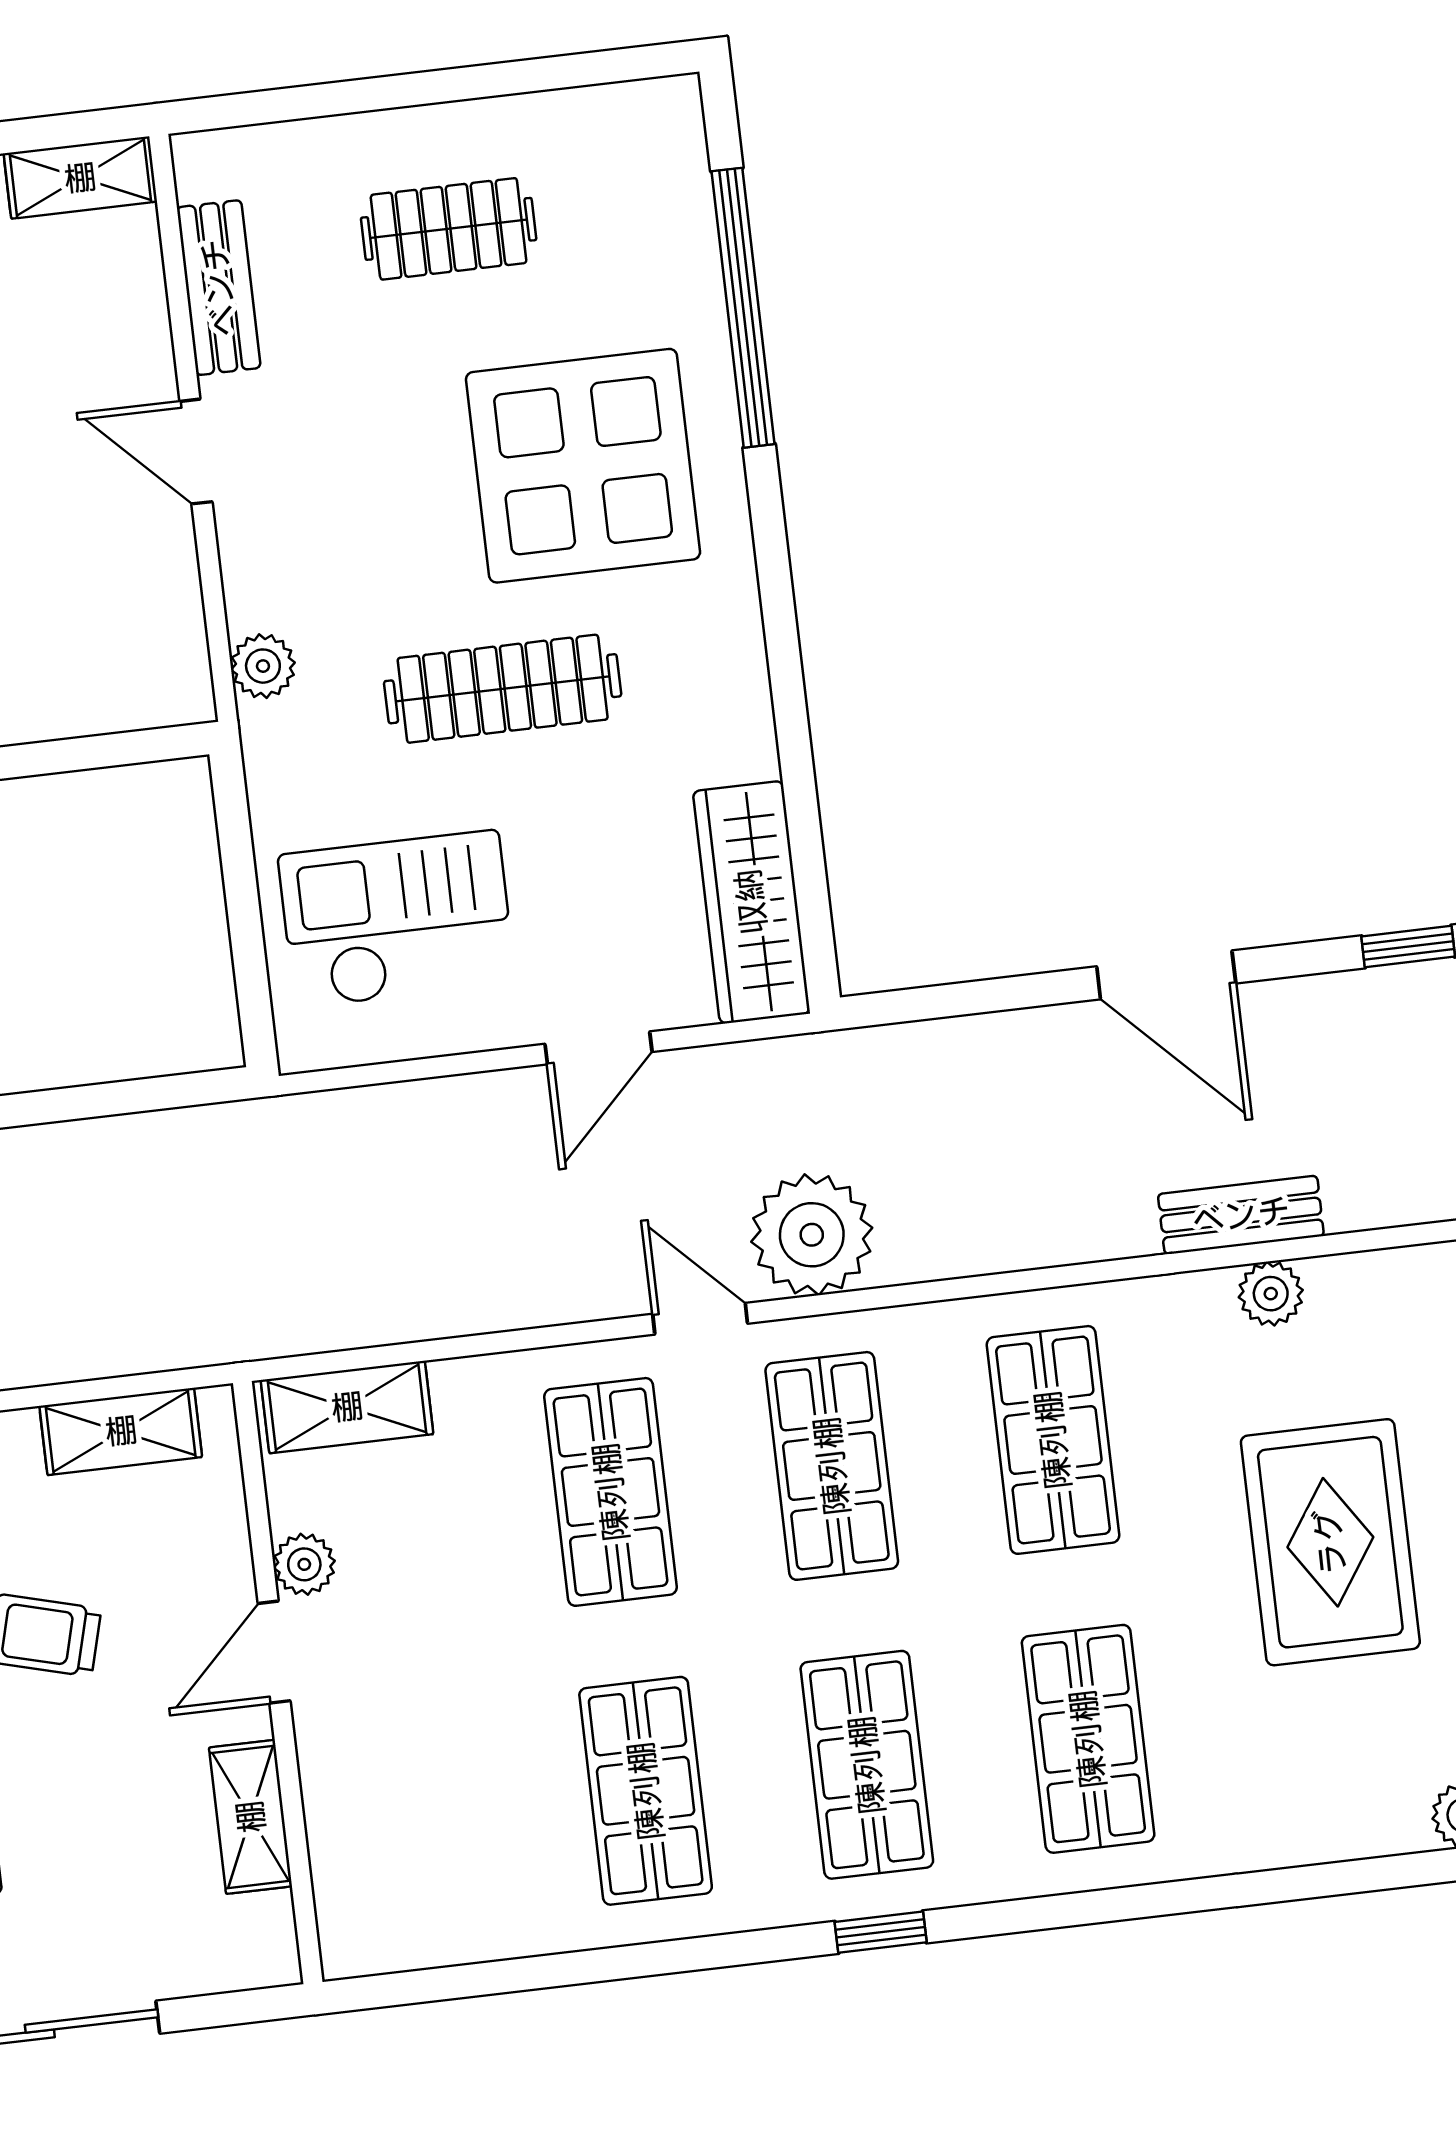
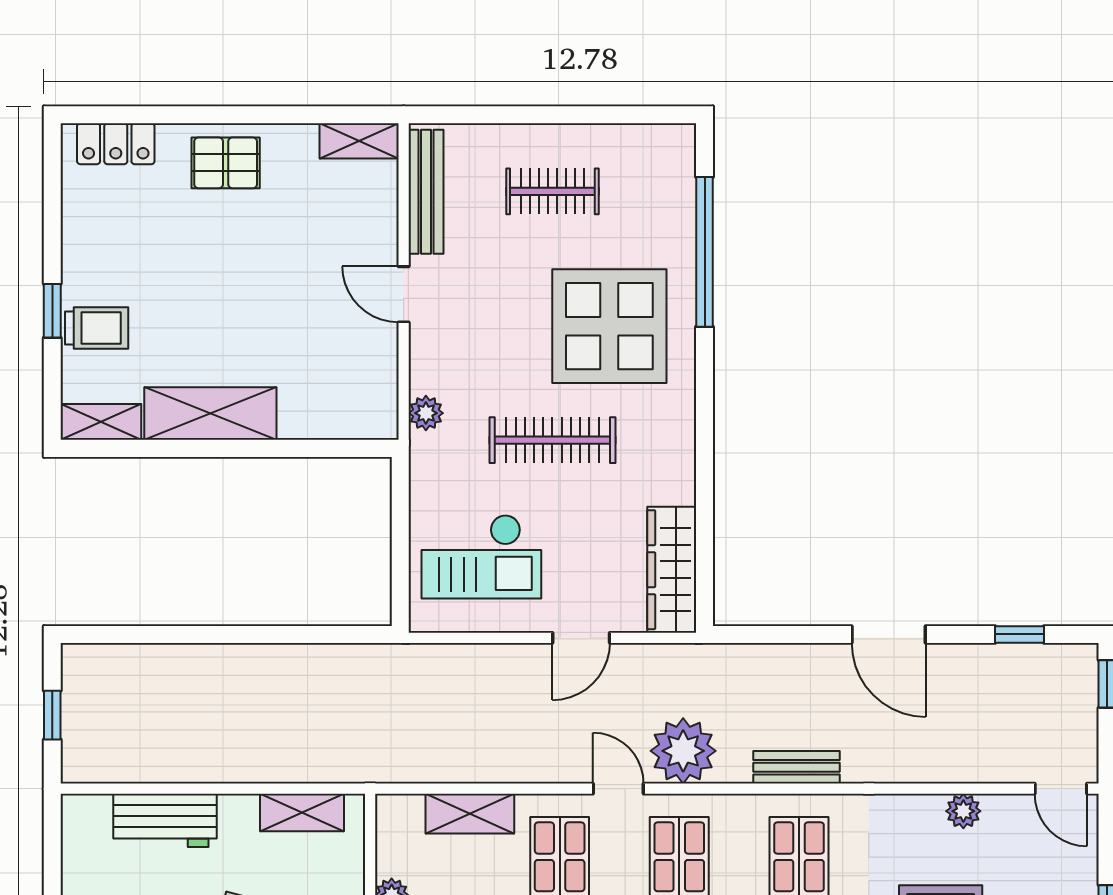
bench: (219, 288) -> (426, 192), width x1.36
checkout: (397, 919) -> (481, 557), turned 180
bench: (1241, 1215) -> (796, 767), moved
plant: (1271, 1294) -> (963, 811), moved
shelving: (347, 1407) -> (470, 814), moved

